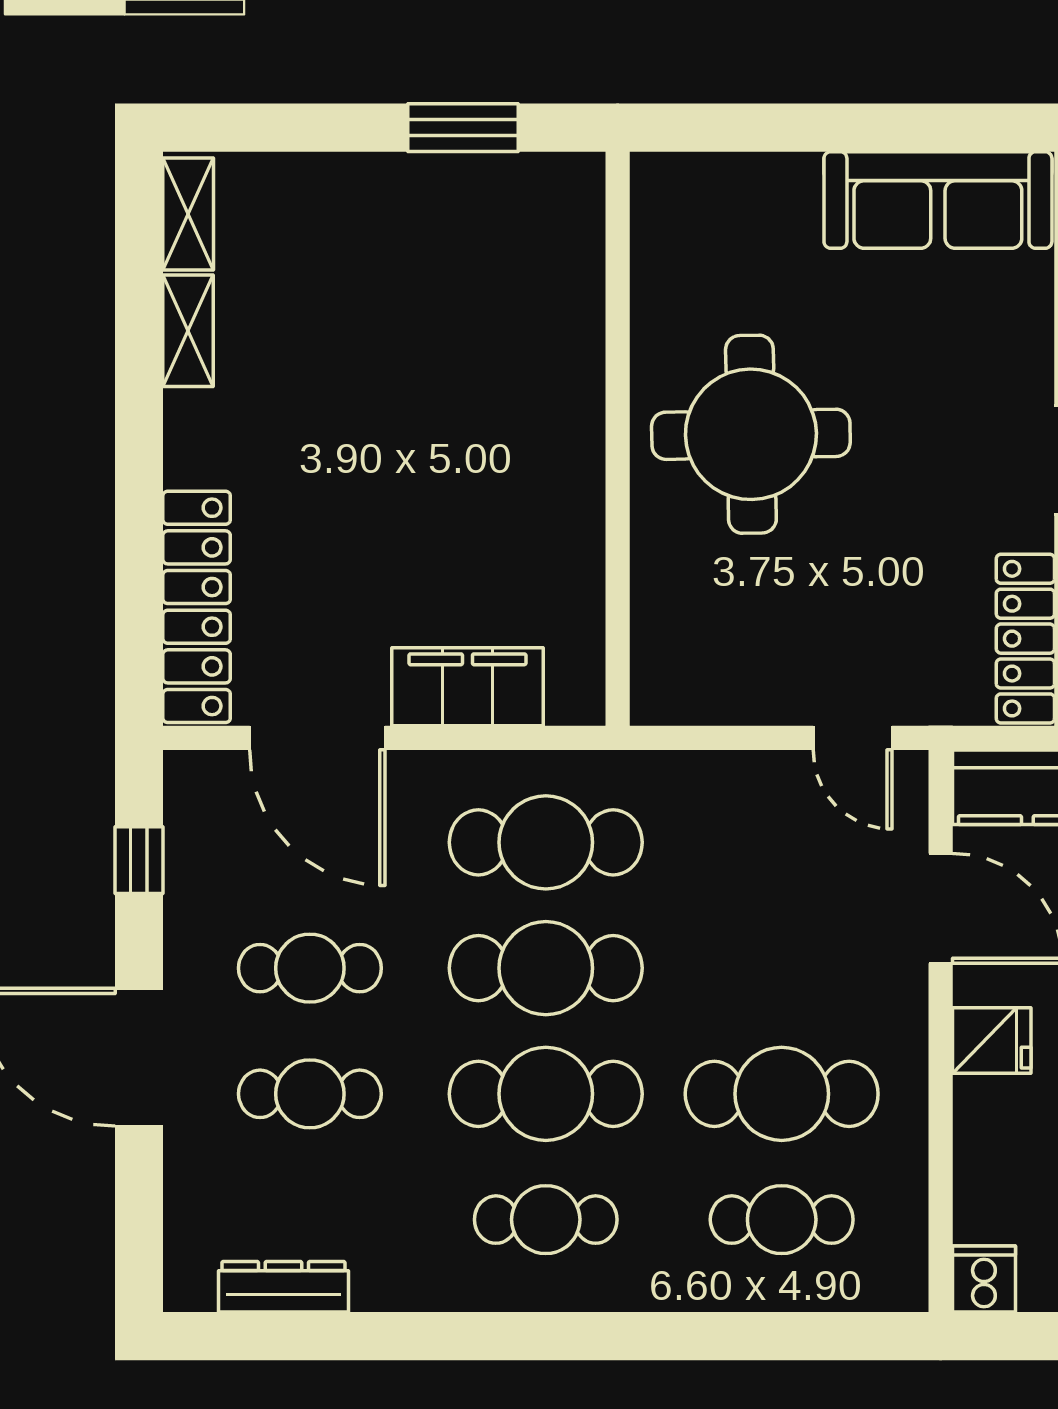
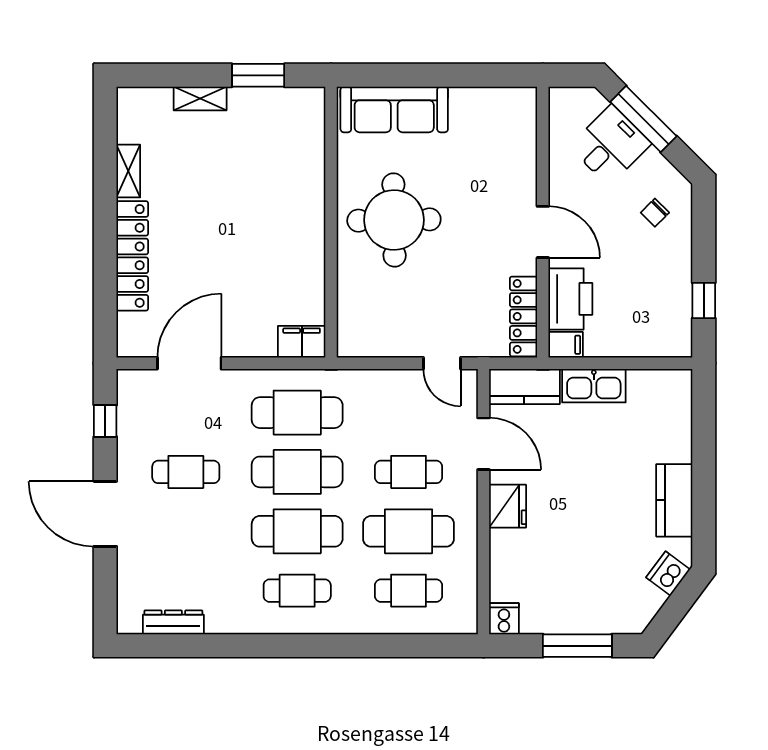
sofa: (938, 200) -> (394, 109), moved
shelving: (188, 214) -> (200, 98), moved, turned 90
locker: (197, 607) -> (132, 256), moved
filing cabinet: (467, 687) -> (302, 342), moved, width x0.67, depth x0.86
door: (317, 738) -> (189, 363), swing flipped
fridge: (992, 1041) -> (508, 506), width x1.38
cafe table: (310, 1094) -> (408, 472), moved

